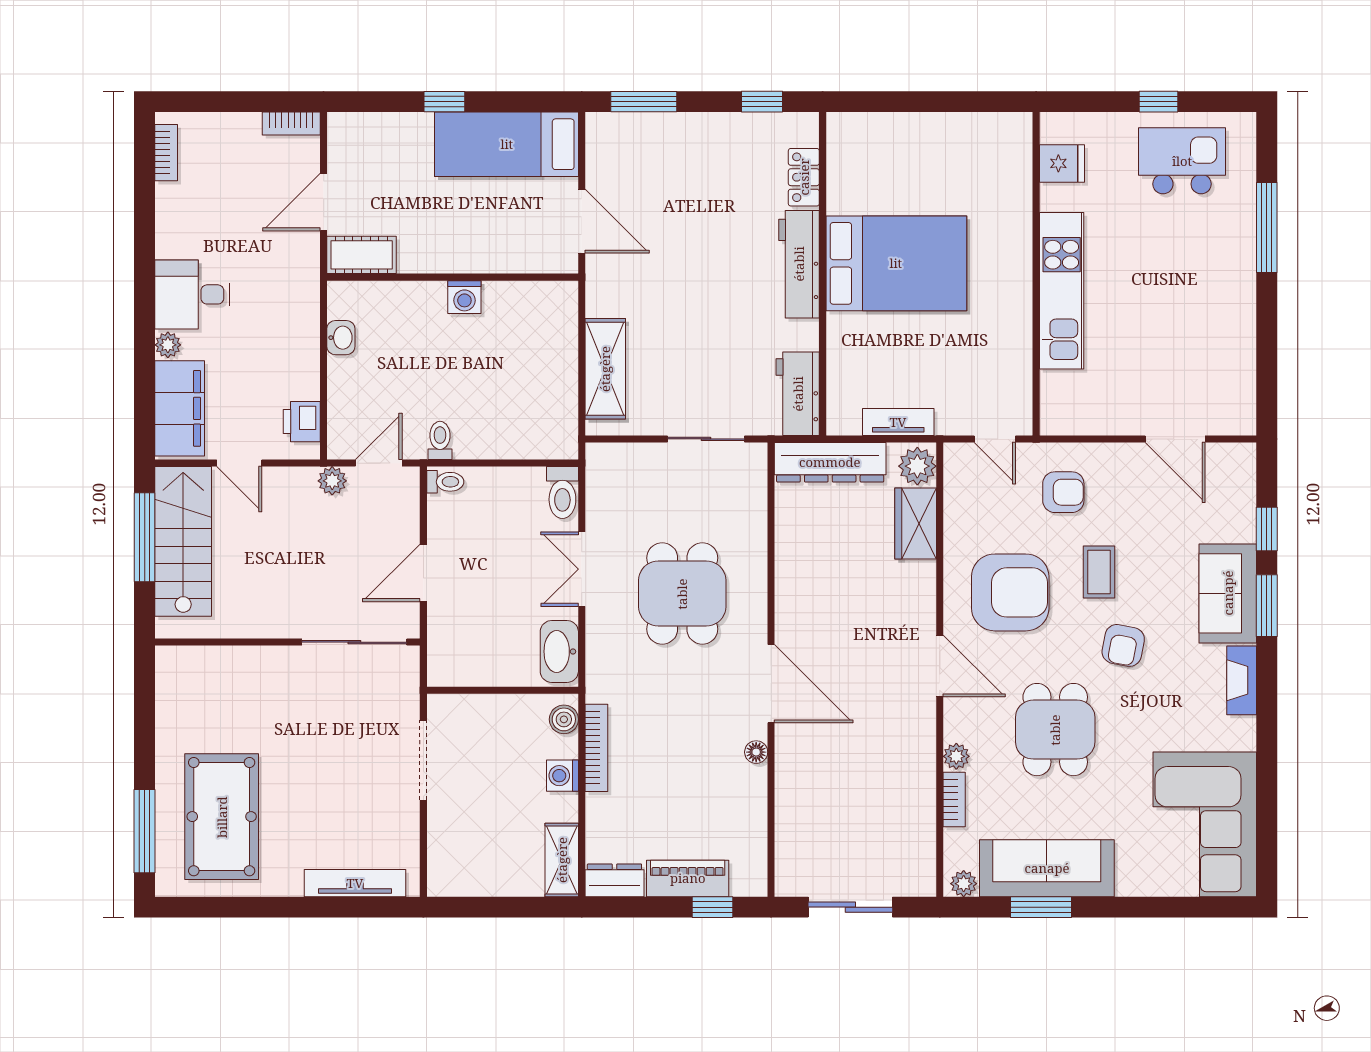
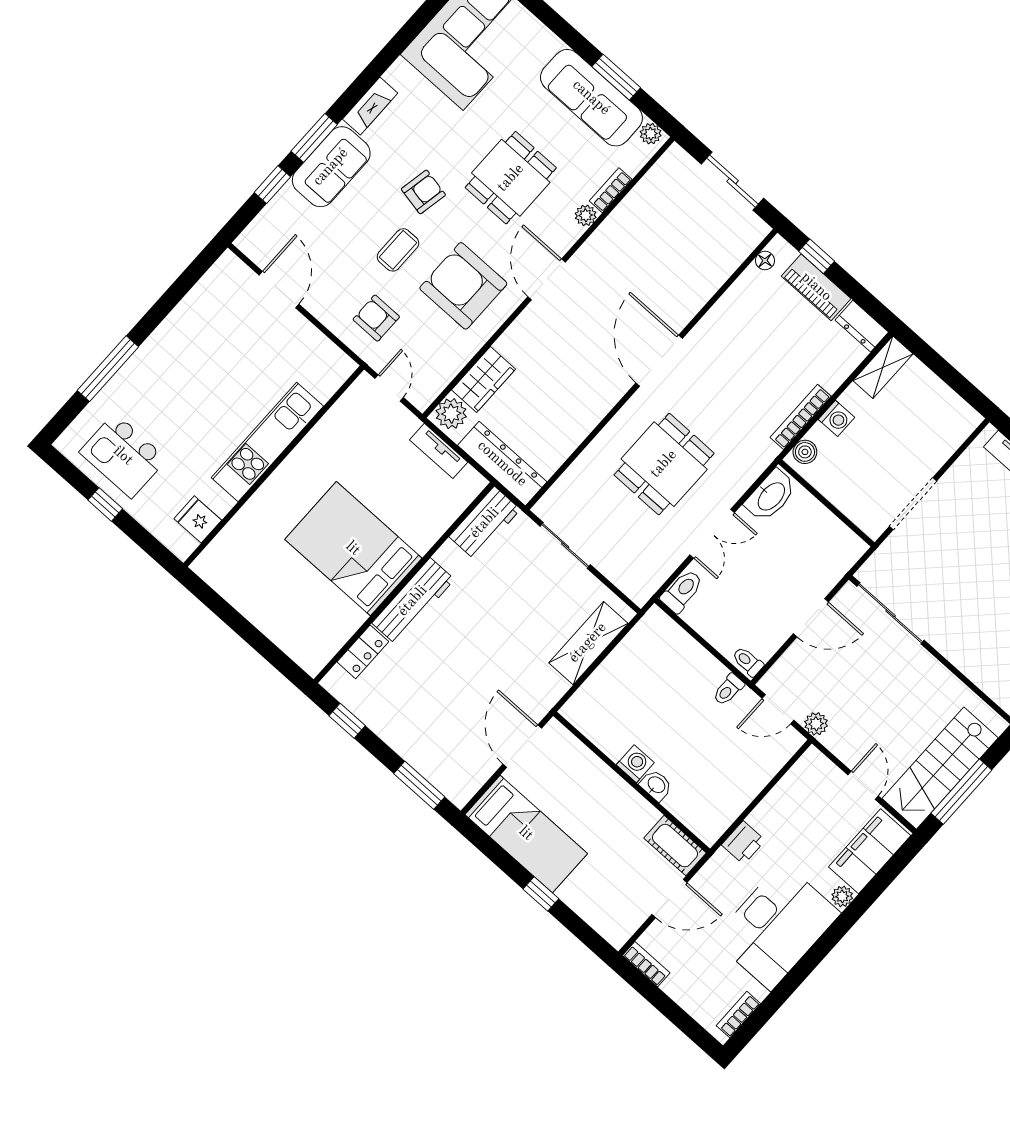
desk: (192, 294) -> (777, 926), width x1.87, depth x1.30
washbasin: (341, 338) -> (656, 785), moved, turned 90
printer: (302, 422) -> (743, 843), moved
floor lamp: (756, 752) -> (765, 260), moved

